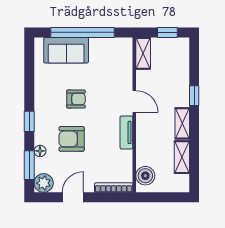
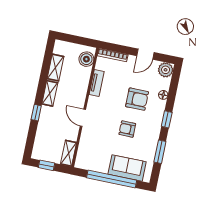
tv unit: (126, 132) -> (97, 83), moved
window: (29, 165) -> (160, 152), moved

